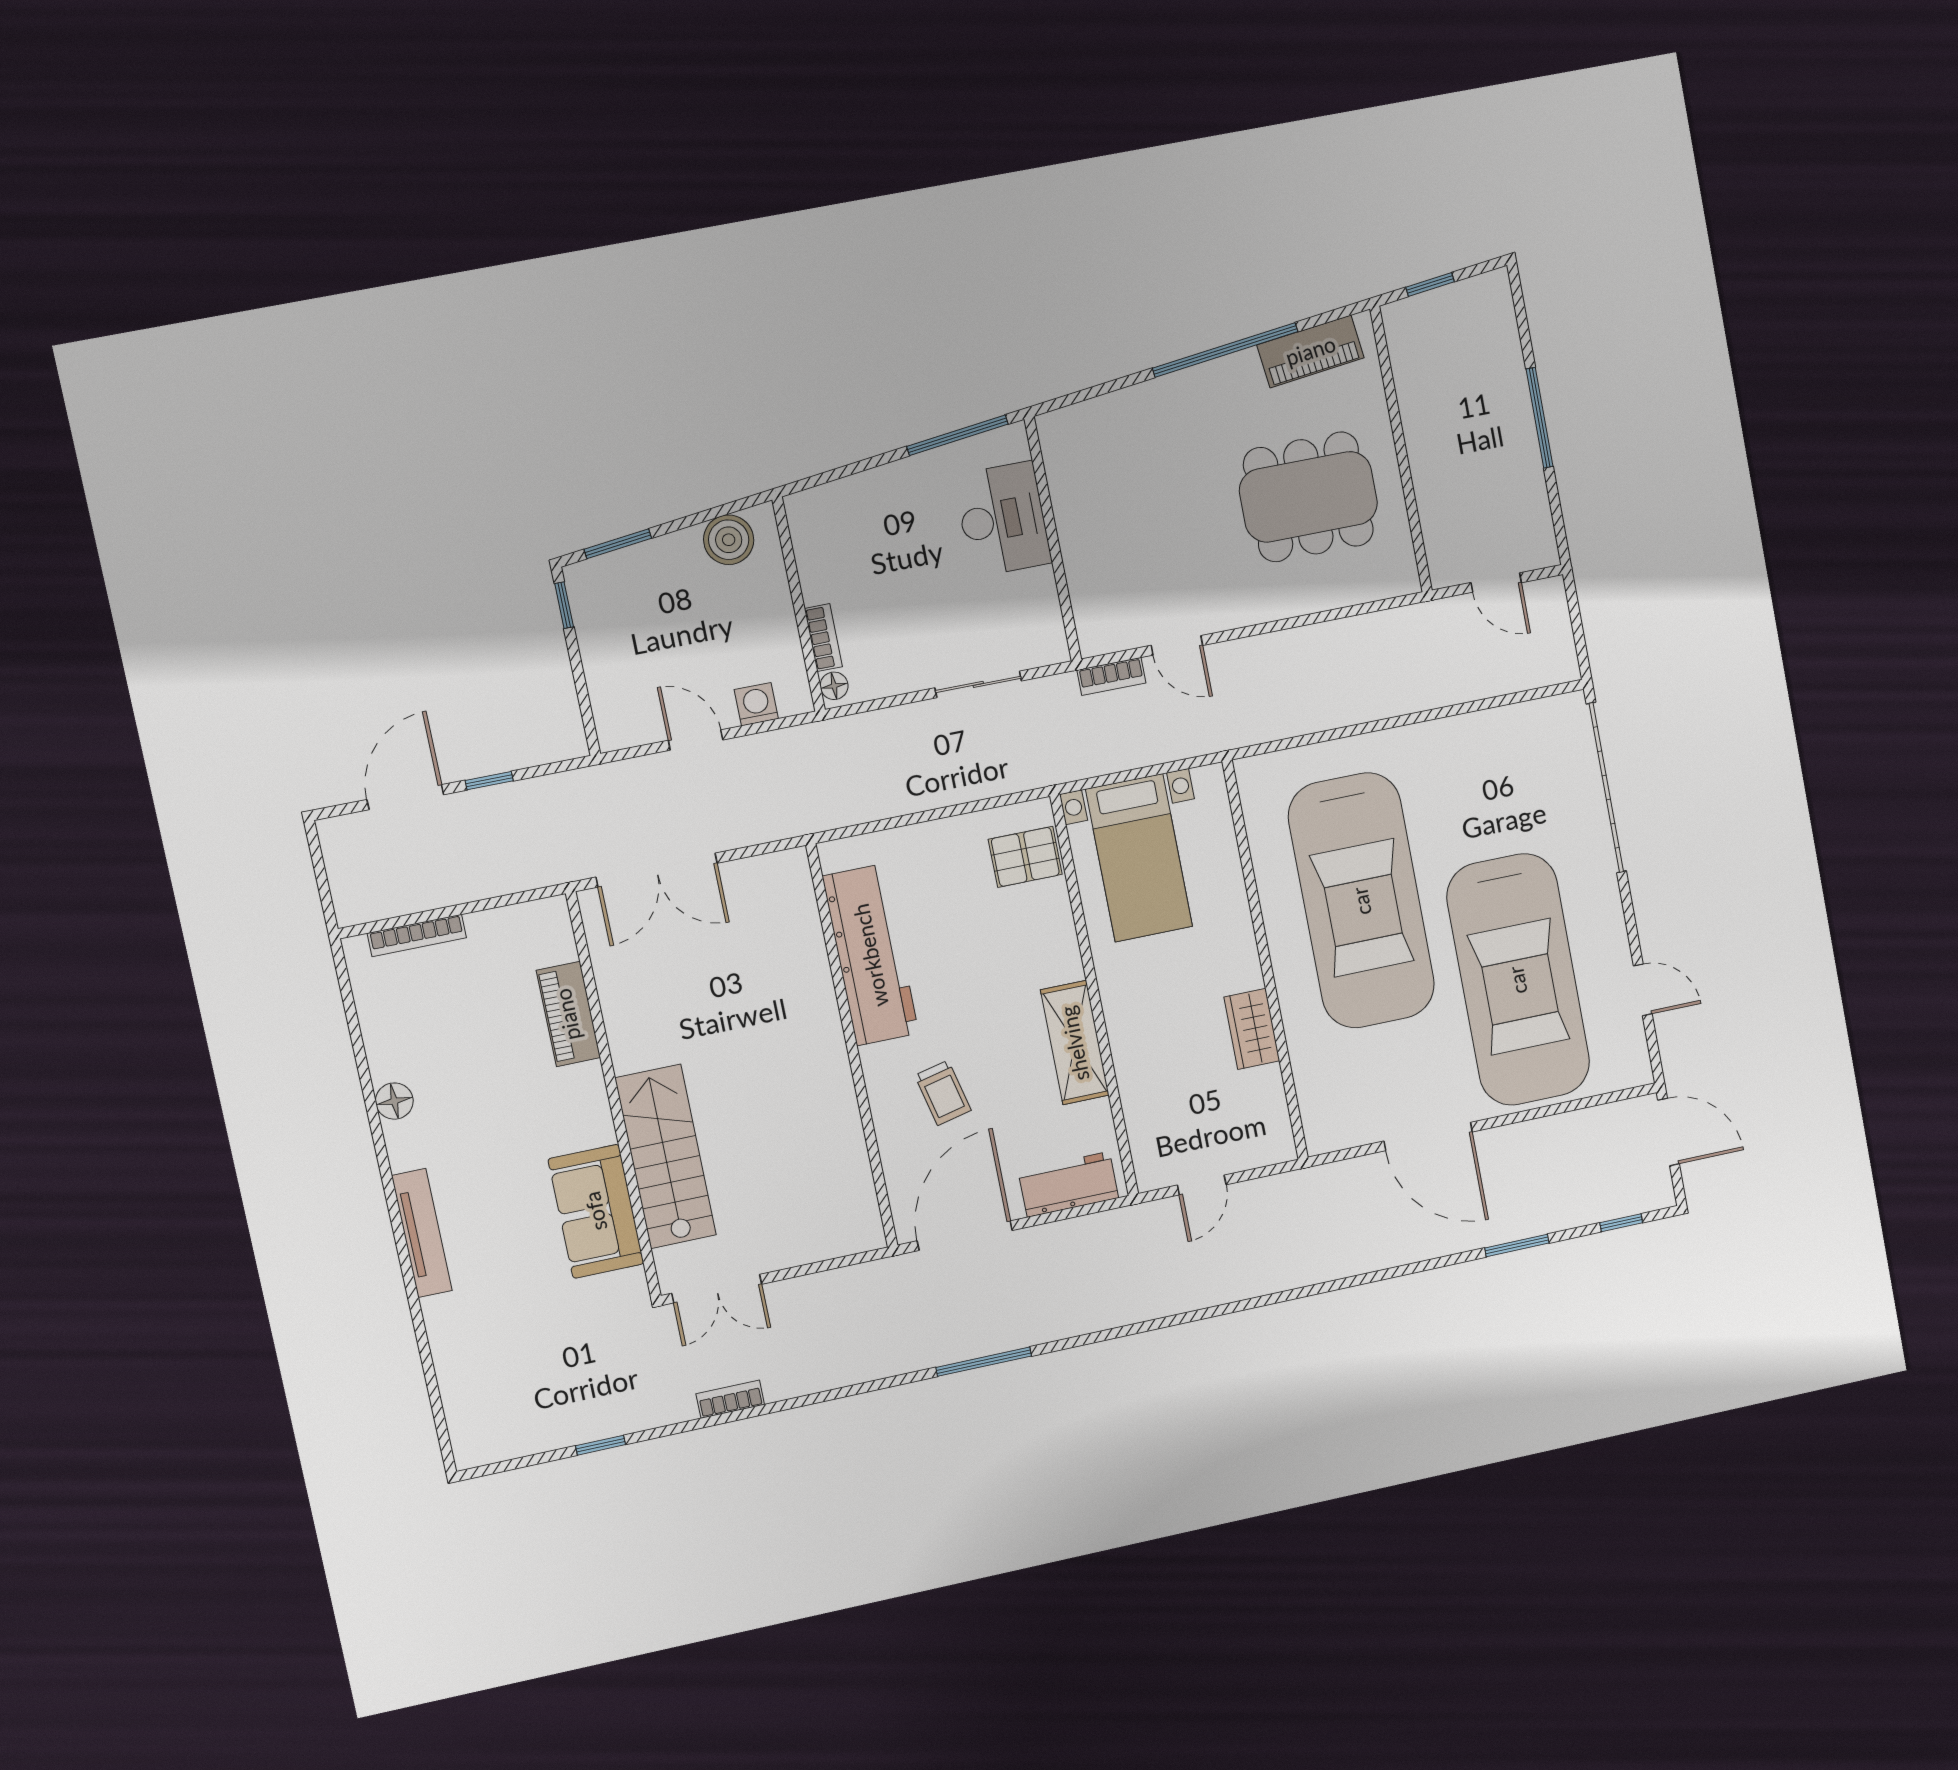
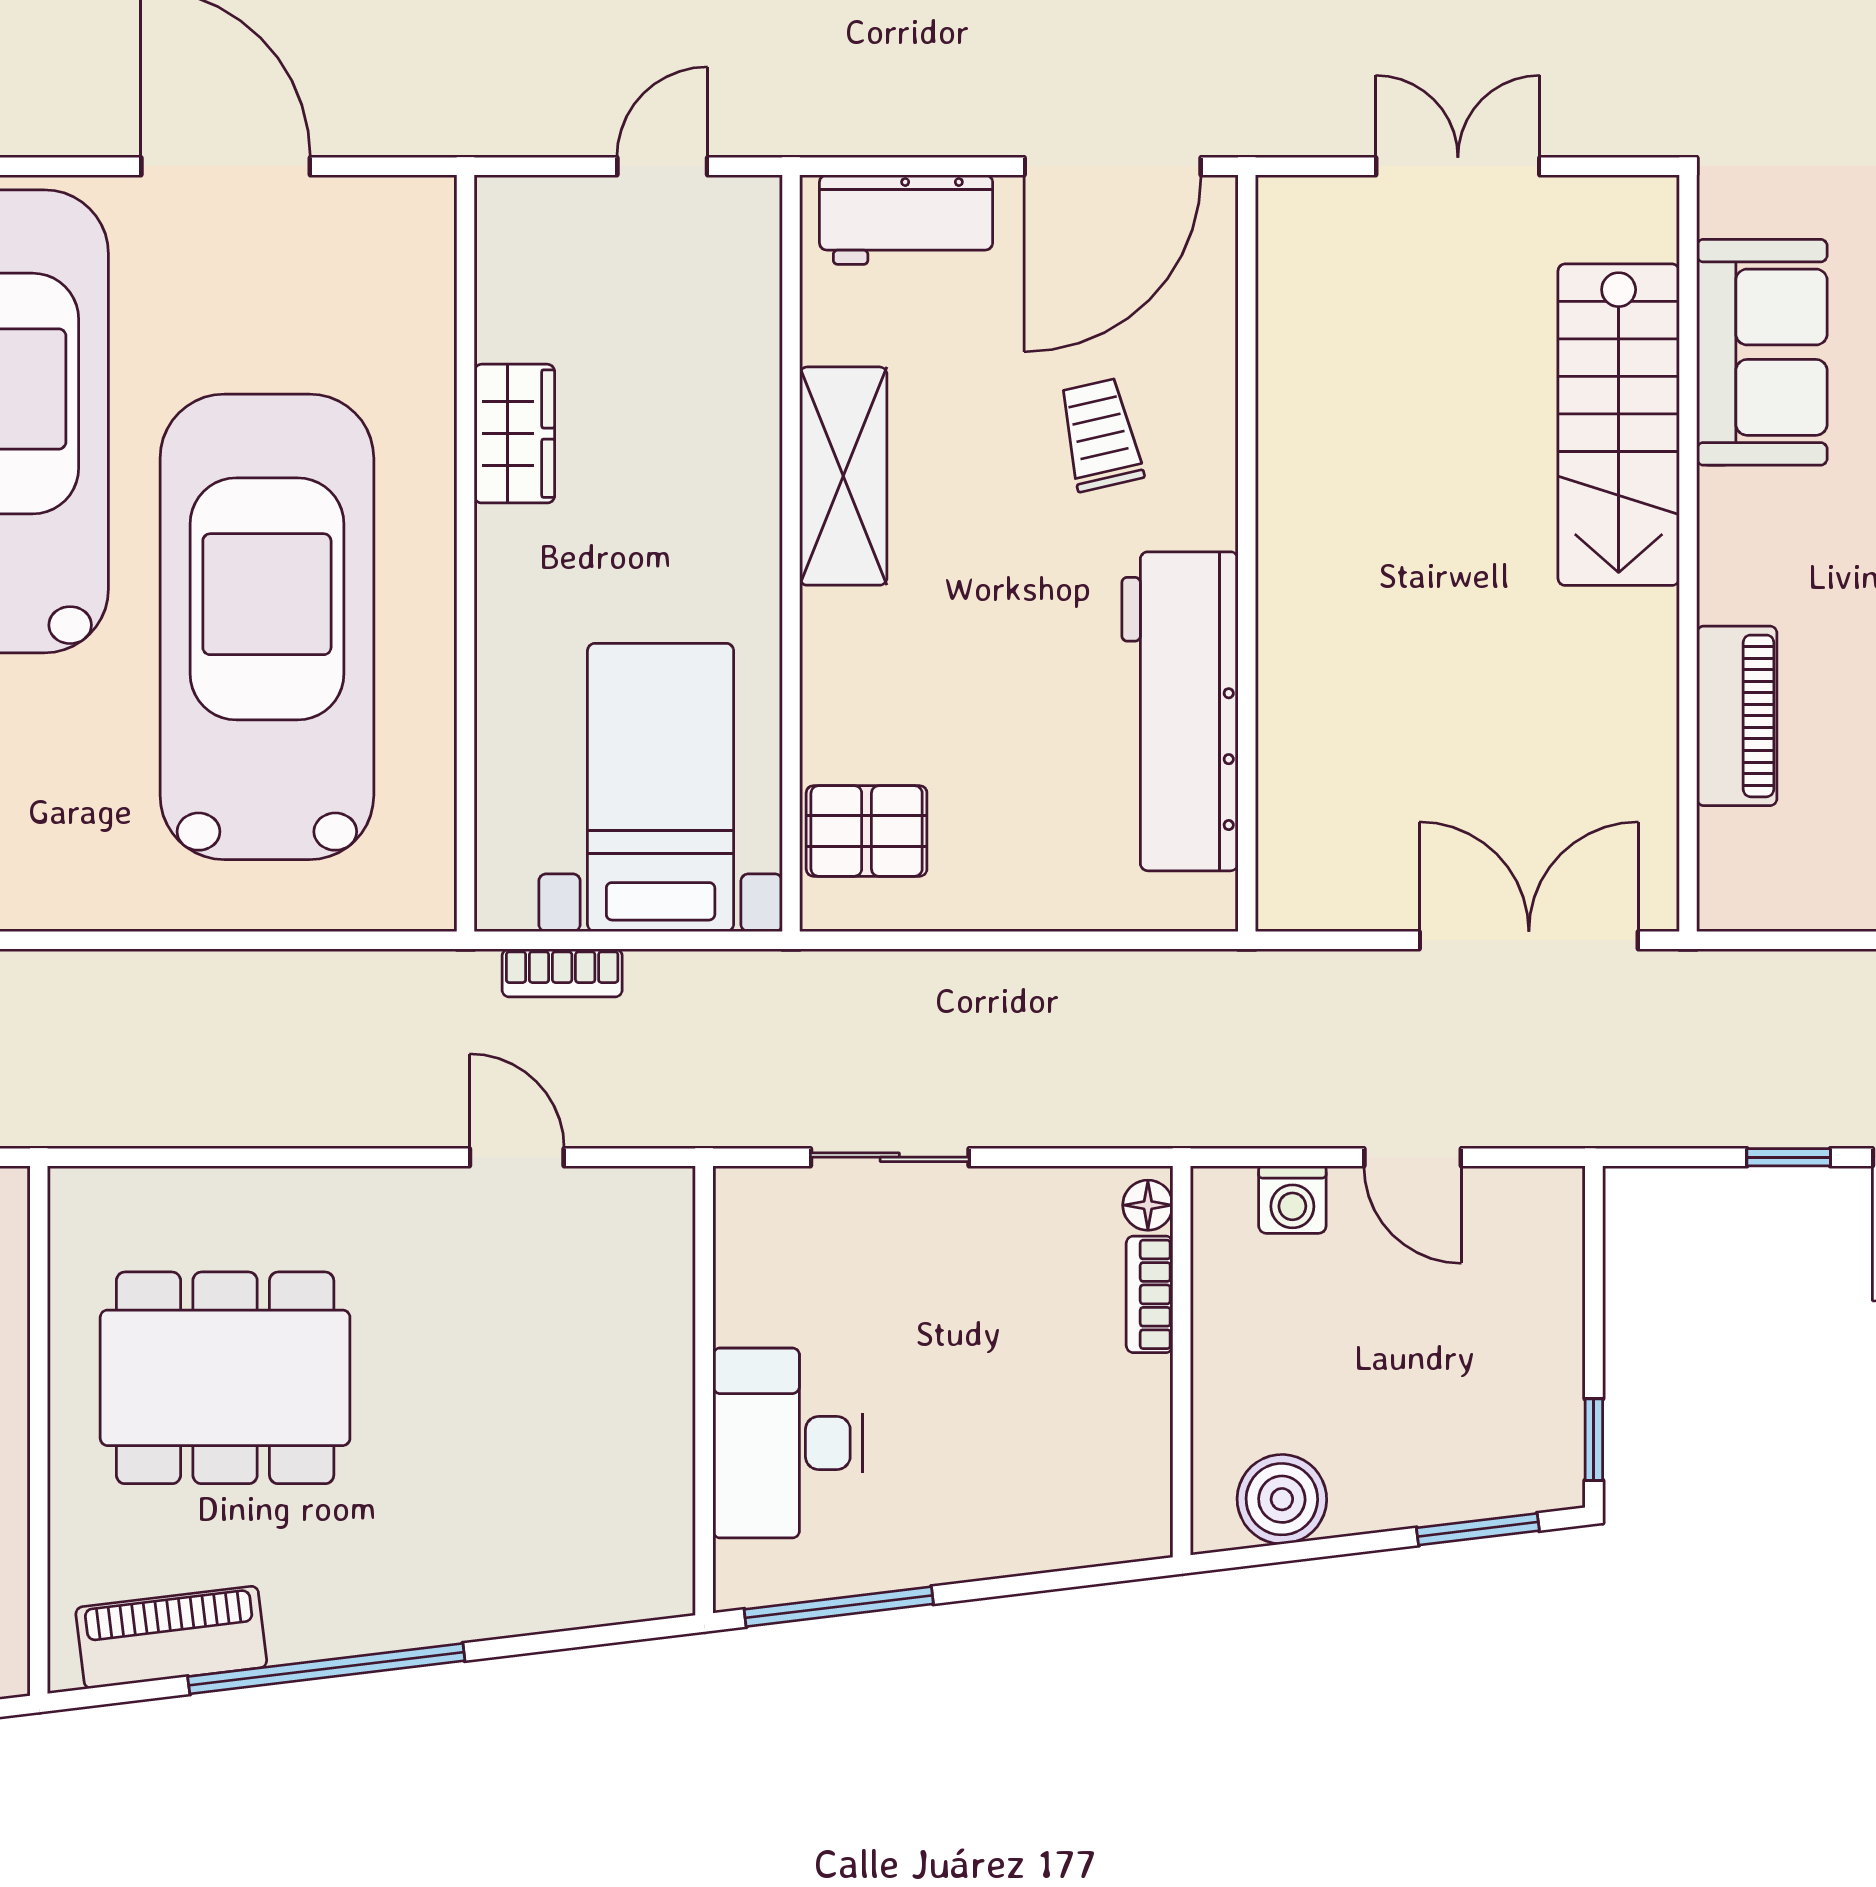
bookcase: (1111, 676) -> (562, 973), moved, turned 180
double door: (717, 1289) -> (1458, 166), moved

